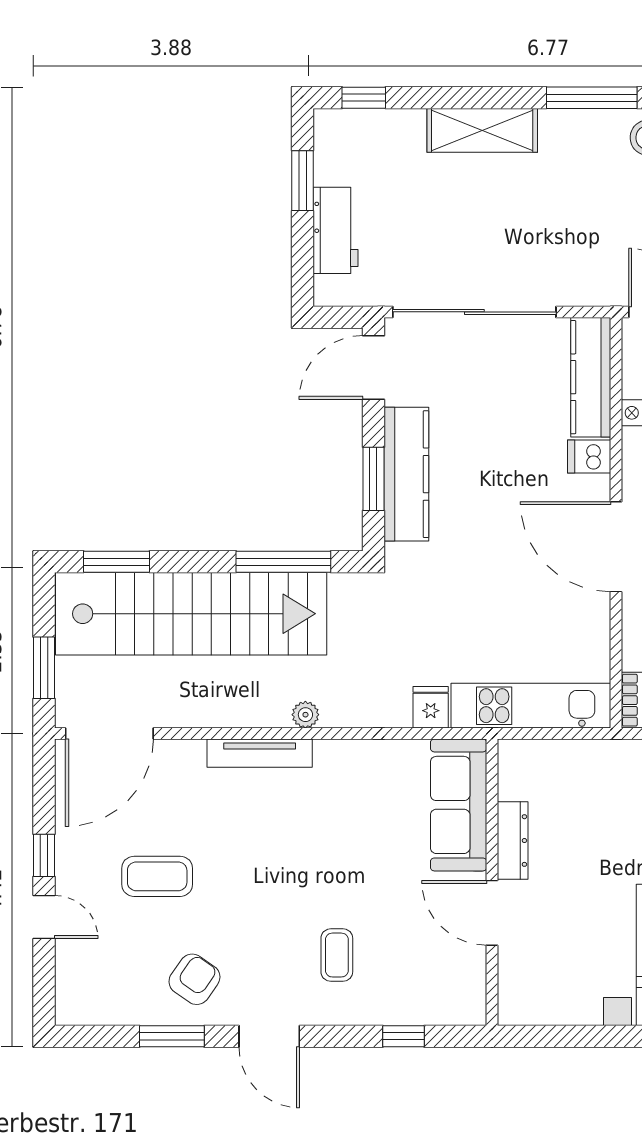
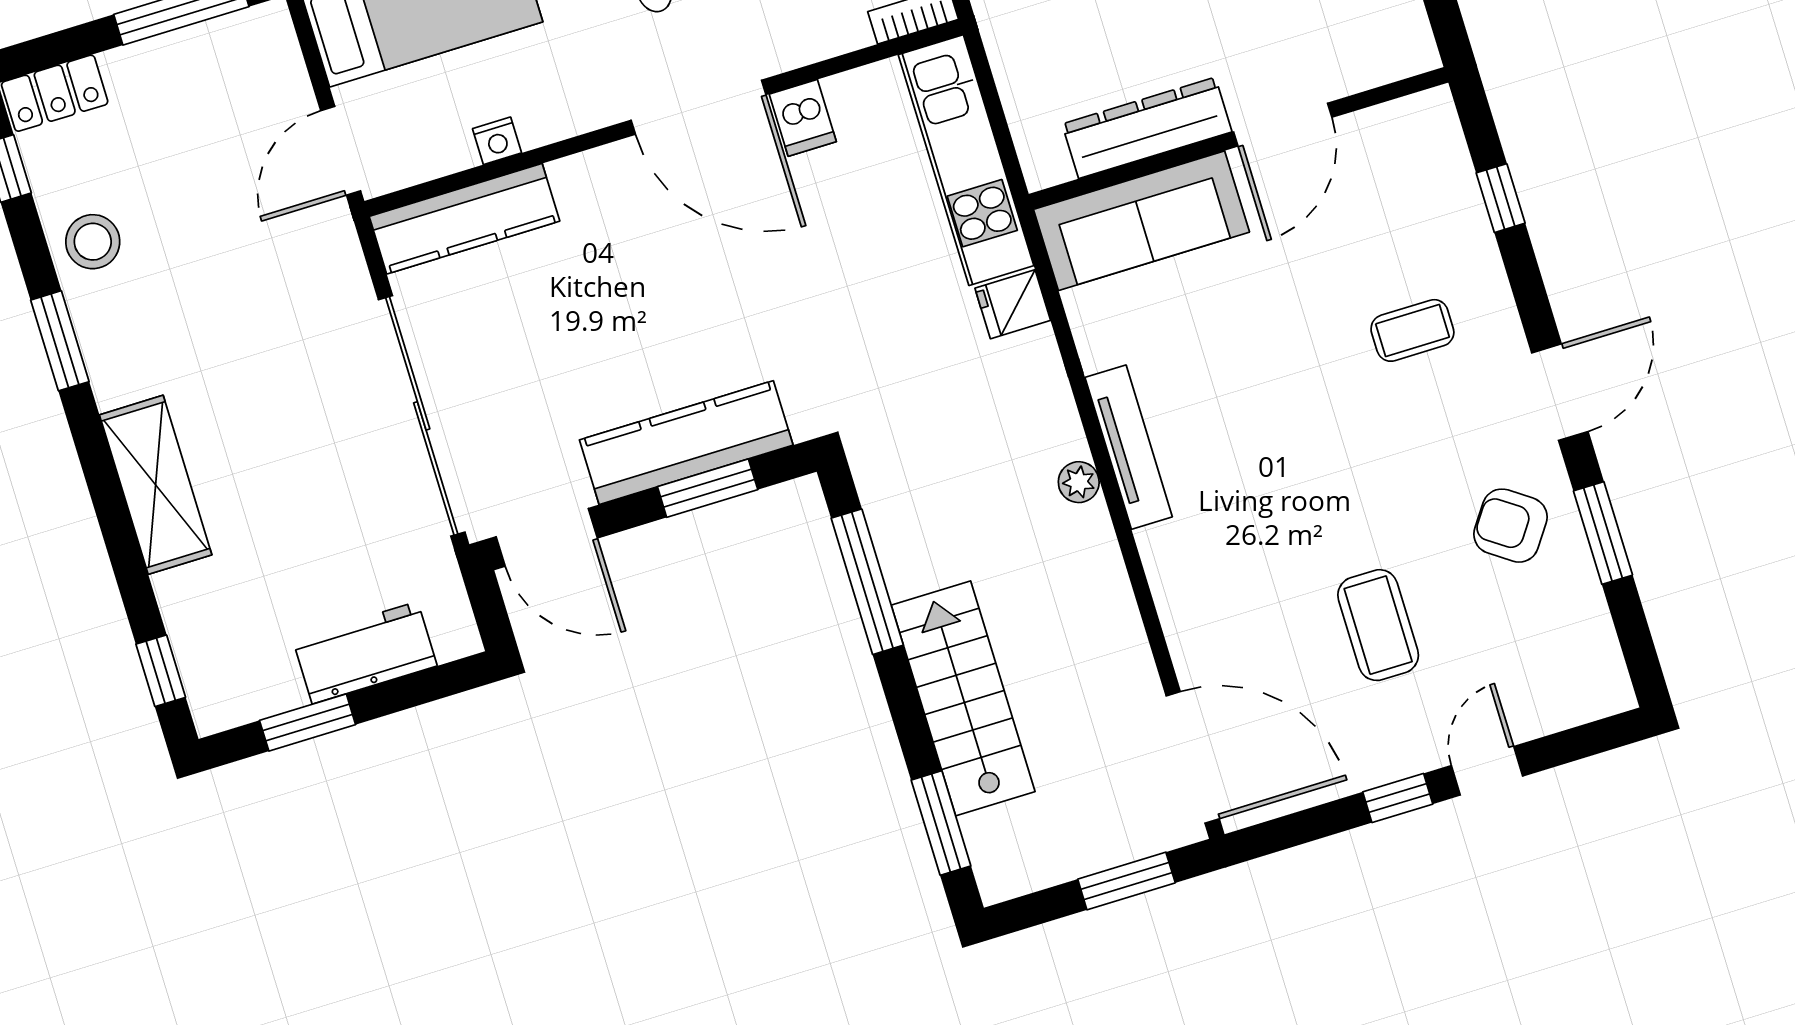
window: (592, 98) -> (60, 341), width x0.69
dishwasher: (589, 457) -> (803, 118), moved
door: (616, 547) -> (698, 107), hinge flipped
stairs: (191, 614) -> (963, 698), width x0.54, depth x0.66
tv unit: (260, 753) -> (1129, 447), moved
dresser: (513, 841) -> (1147, 128), width x1.37, depth x1.24

